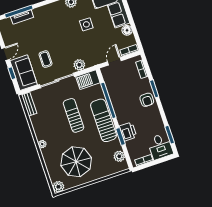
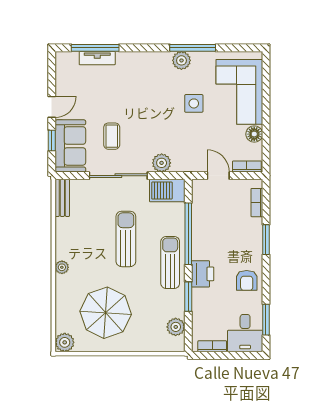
door: (114, 61) -> (218, 176), hinge flipped
armchair: (147, 100) -> (247, 280), moved
sun lounger: (104, 120) -> (170, 262), width x0.73, depth x0.75
printer: (128, 132) -> (203, 274), moved

